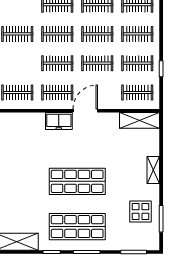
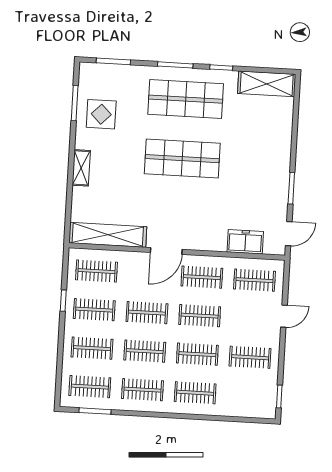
shelving: (140, 120) -> (108, 235), width x1.47
freezer: (59, 121) -> (245, 242), moved

